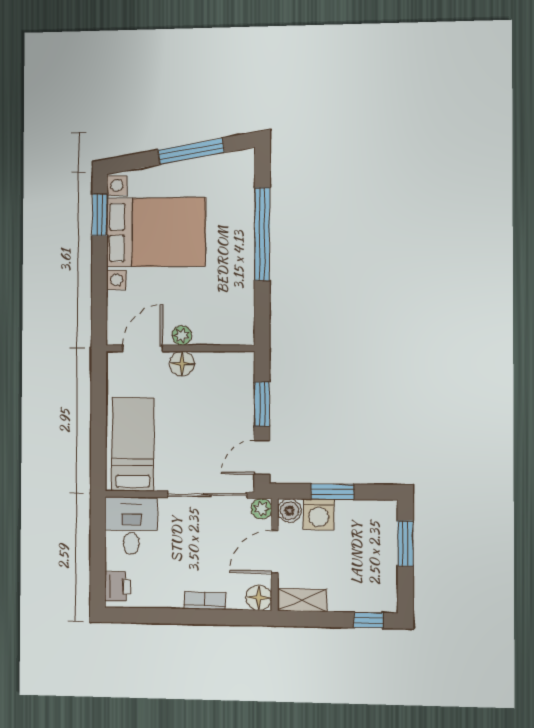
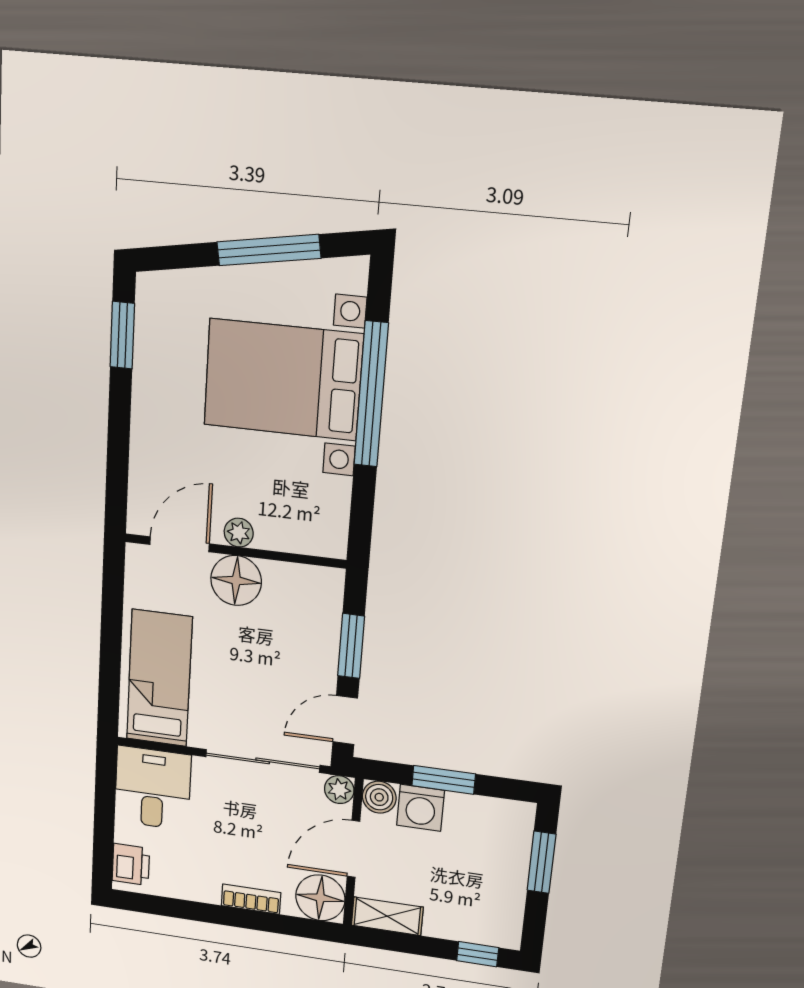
bed with nightstands: (156, 232) -> (283, 380), moved, turned 180
floor lamp: (182, 364) -> (236, 580), width x1.38, depth x1.38
floor lamp: (259, 598) -> (320, 898), width x1.38, depth x1.38

